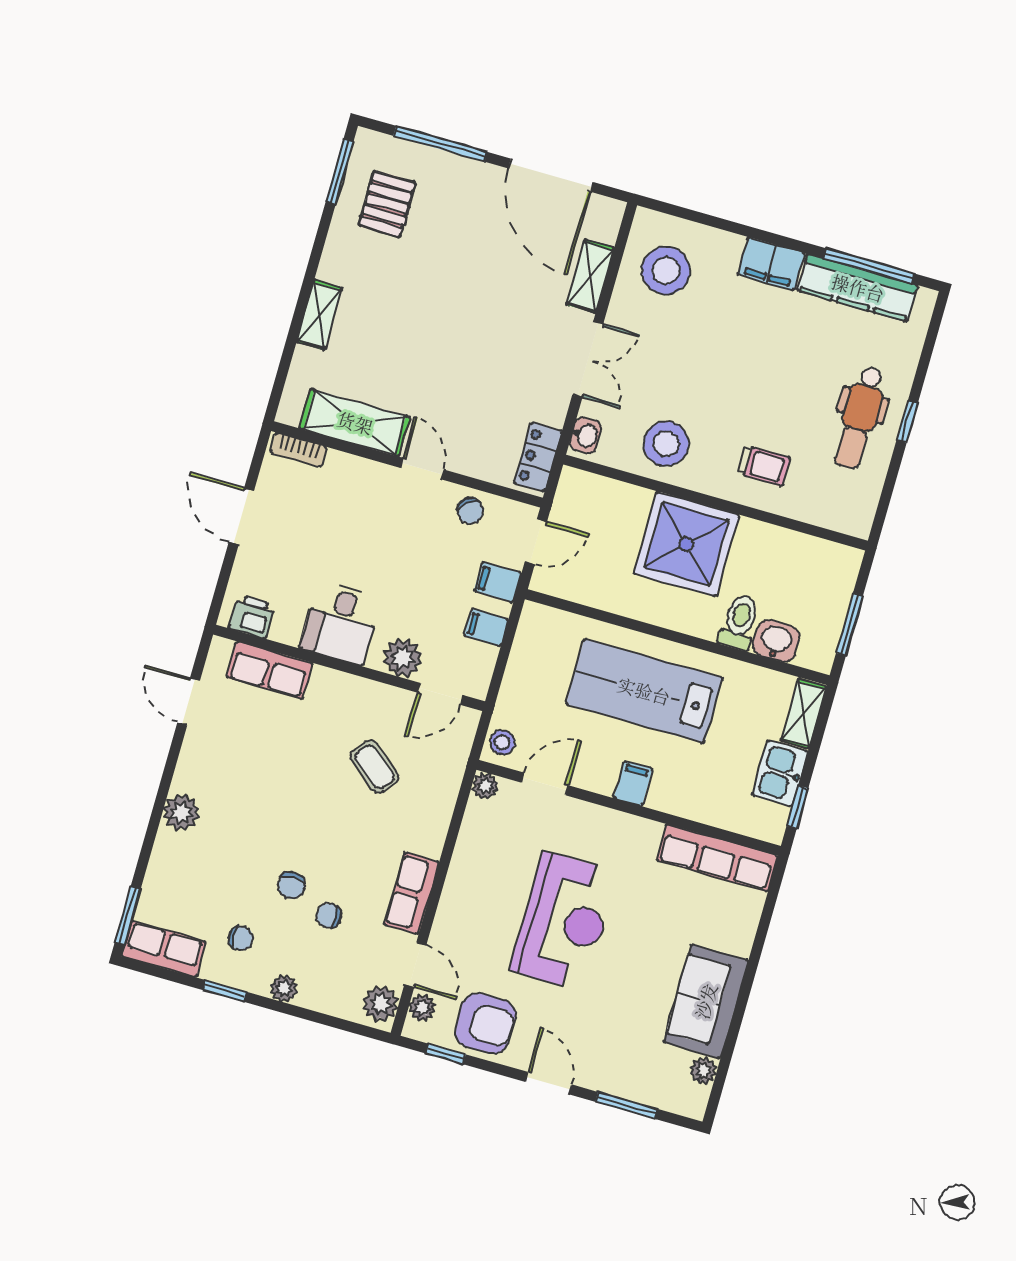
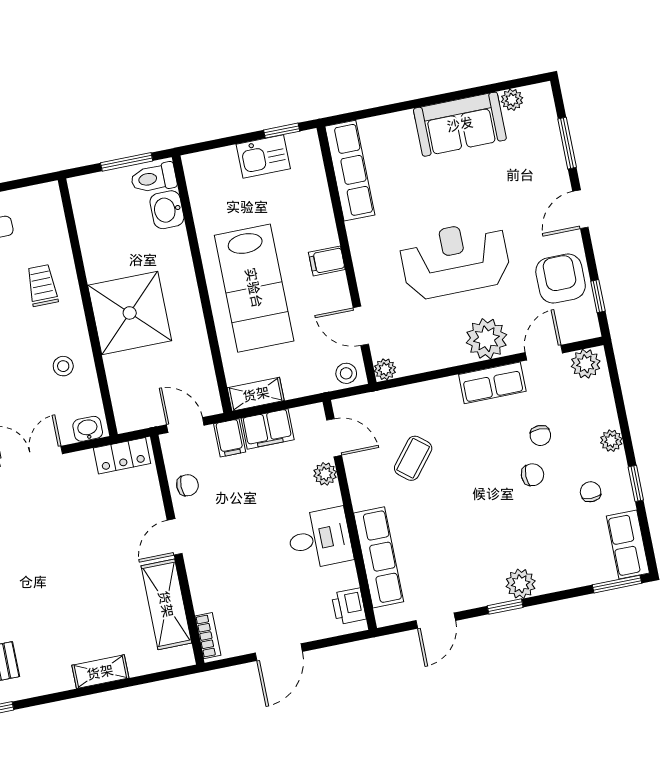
stool: (666, 444) -> (63, 366), width x0.53, depth x0.53
chair: (470, 511) -> (187, 485), turned 36
toilet: (739, 622) -> (154, 178), moved
filing cabinet: (486, 627) -> (268, 429), width x2.00
plant: (403, 658) -> (325, 474), width x0.73, depth x0.73
row of seats: (269, 670) -> (379, 557), width x1.48
shelving: (804, 714) -> (256, 394), moved
window: (165, 784) -> (505, 607), added
plant: (422, 1008) -> (486, 339), moved, width x1.88, depth x1.88

